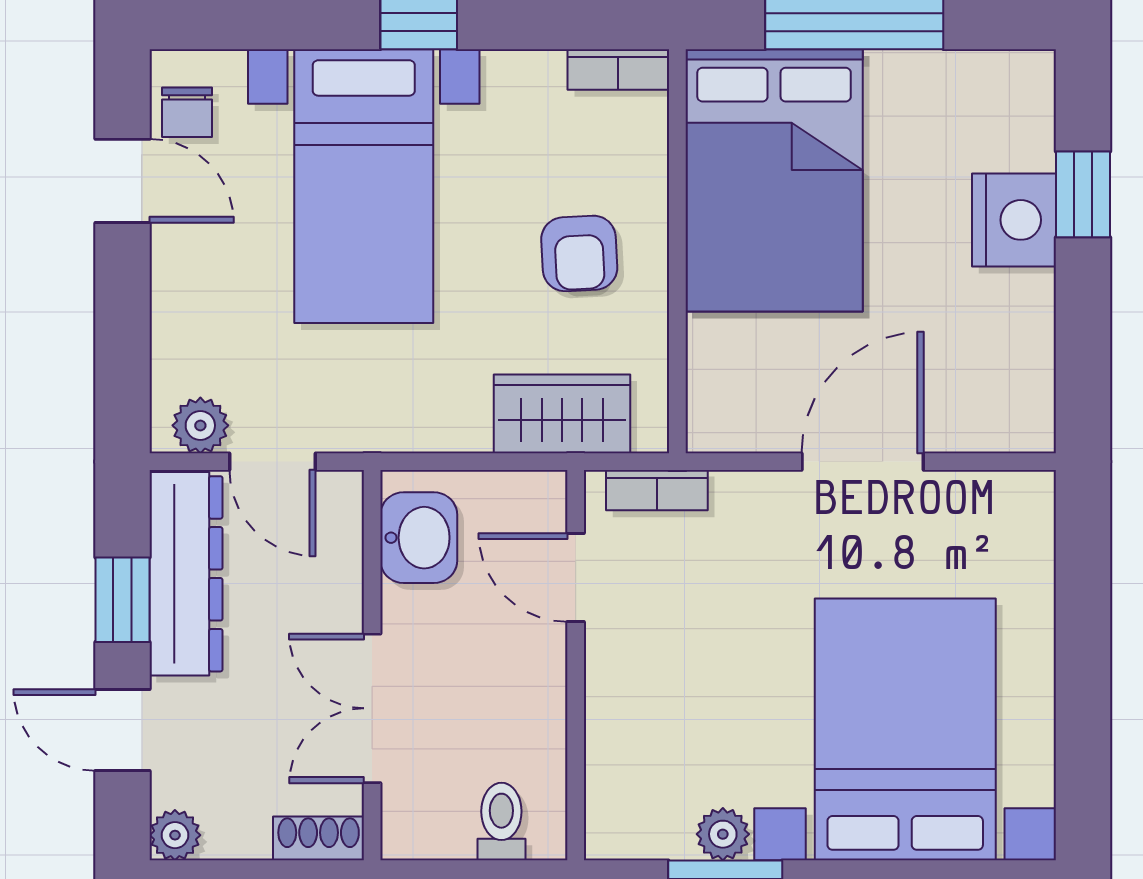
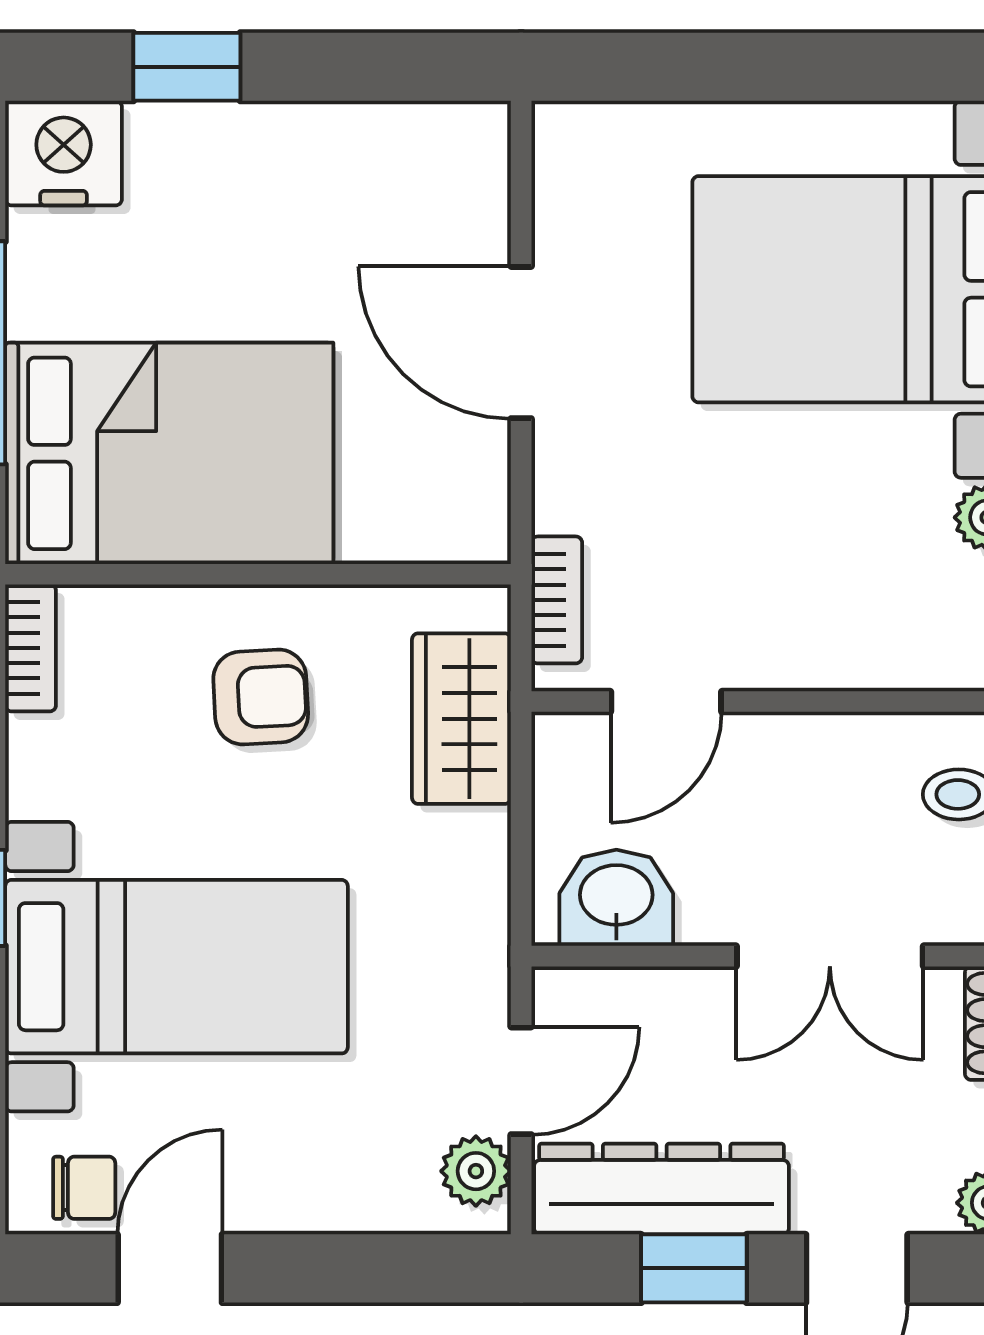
nightstand: (1014, 220) -> (64, 153), moved

